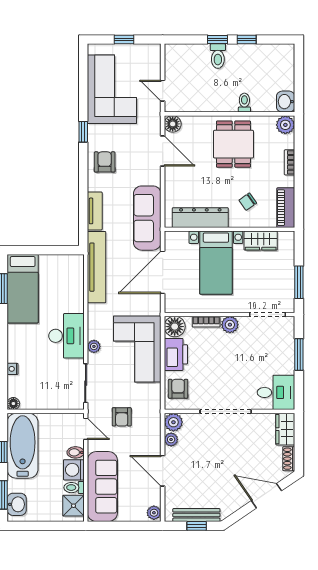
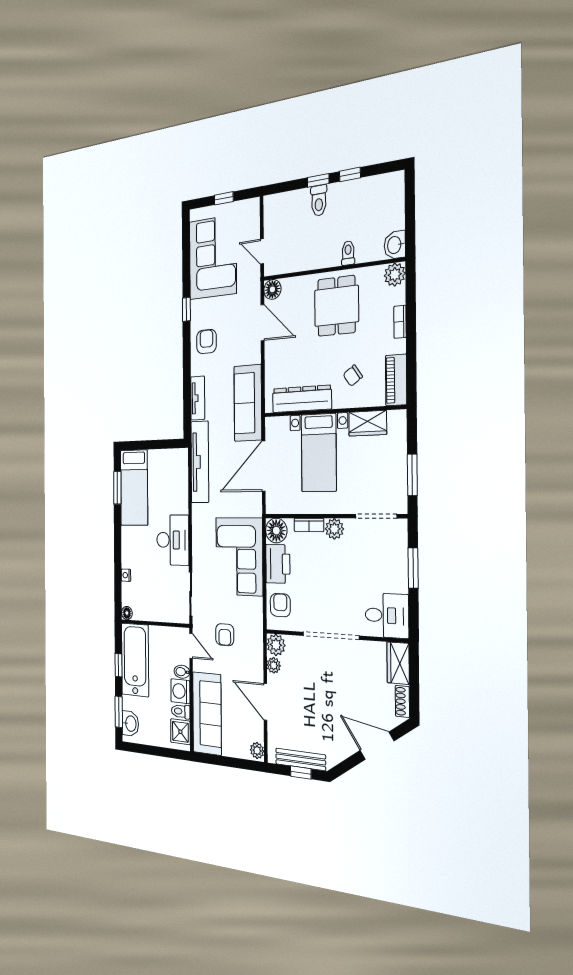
plant: (94, 346) -> (198, 552), removed

